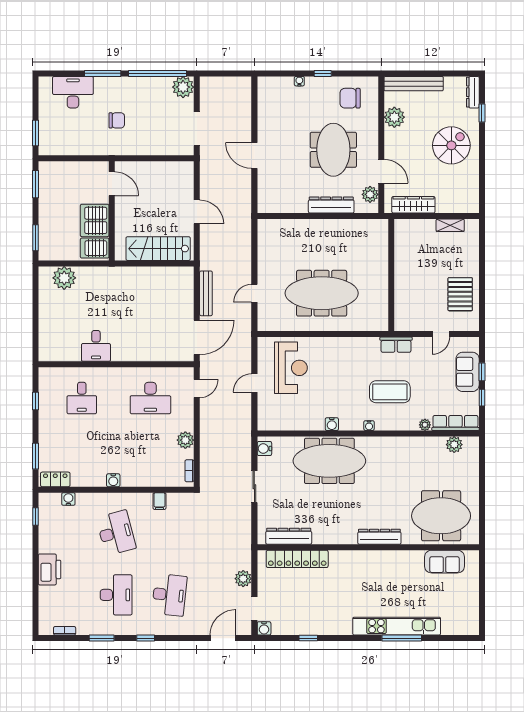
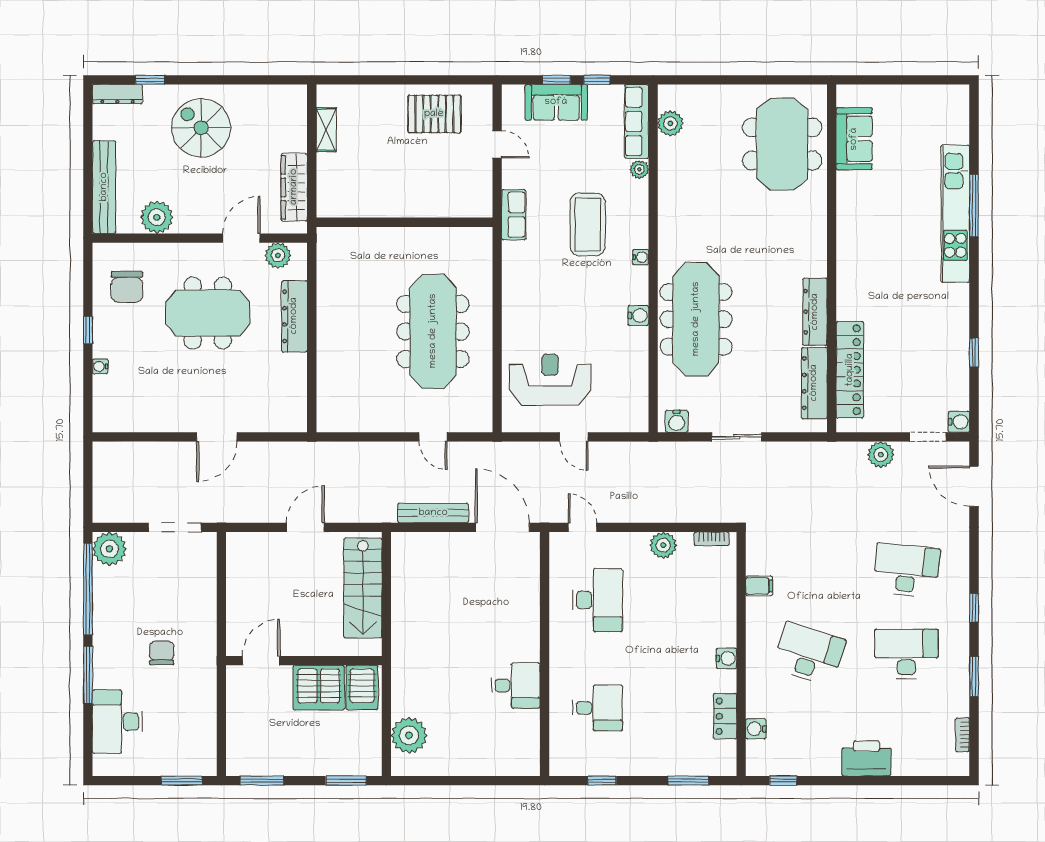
locker: (55, 479) -> (725, 716), moved
desk: (116, 533) -> (809, 654), turned 33
dresser: (379, 537) -> (815, 312), moved

